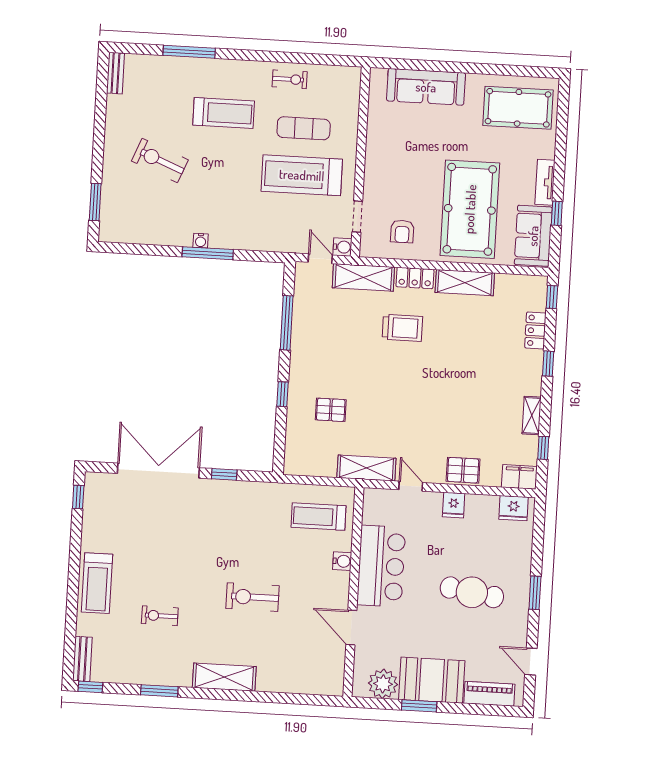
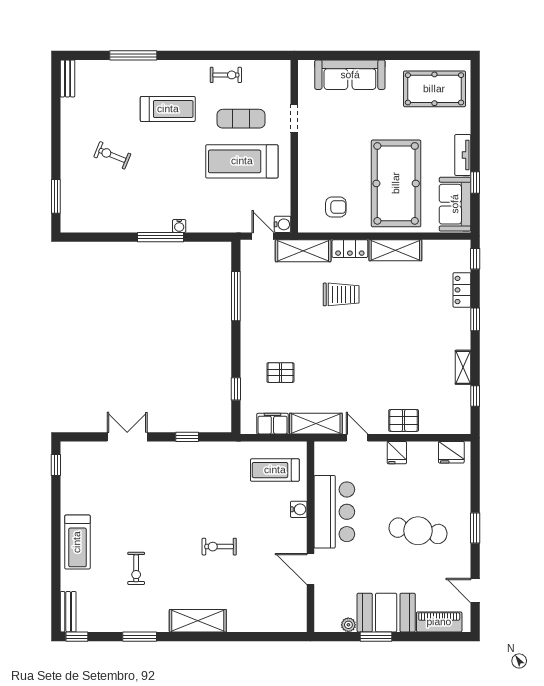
exercise bike: (160, 160) -> (112, 155), width x0.73, depth x0.72
doorway: (357, 217) -> (294, 119), moved
armchair: (402, 231) -> (336, 207), turned -90
water cooler: (201, 241) -> (179, 226), moved
window: (283, 394) -> (236, 389), moved
double door: (158, 471) -> (127, 437), width x0.54
filing cabinet: (519, 477) -> (272, 424), moved
exercise bike: (252, 597) -> (219, 547), width x0.73, depth x0.72
exercise bike: (160, 616) -> (136, 568), turned -90
plant: (383, 684) -> (348, 625), width x0.53, depth x0.53

